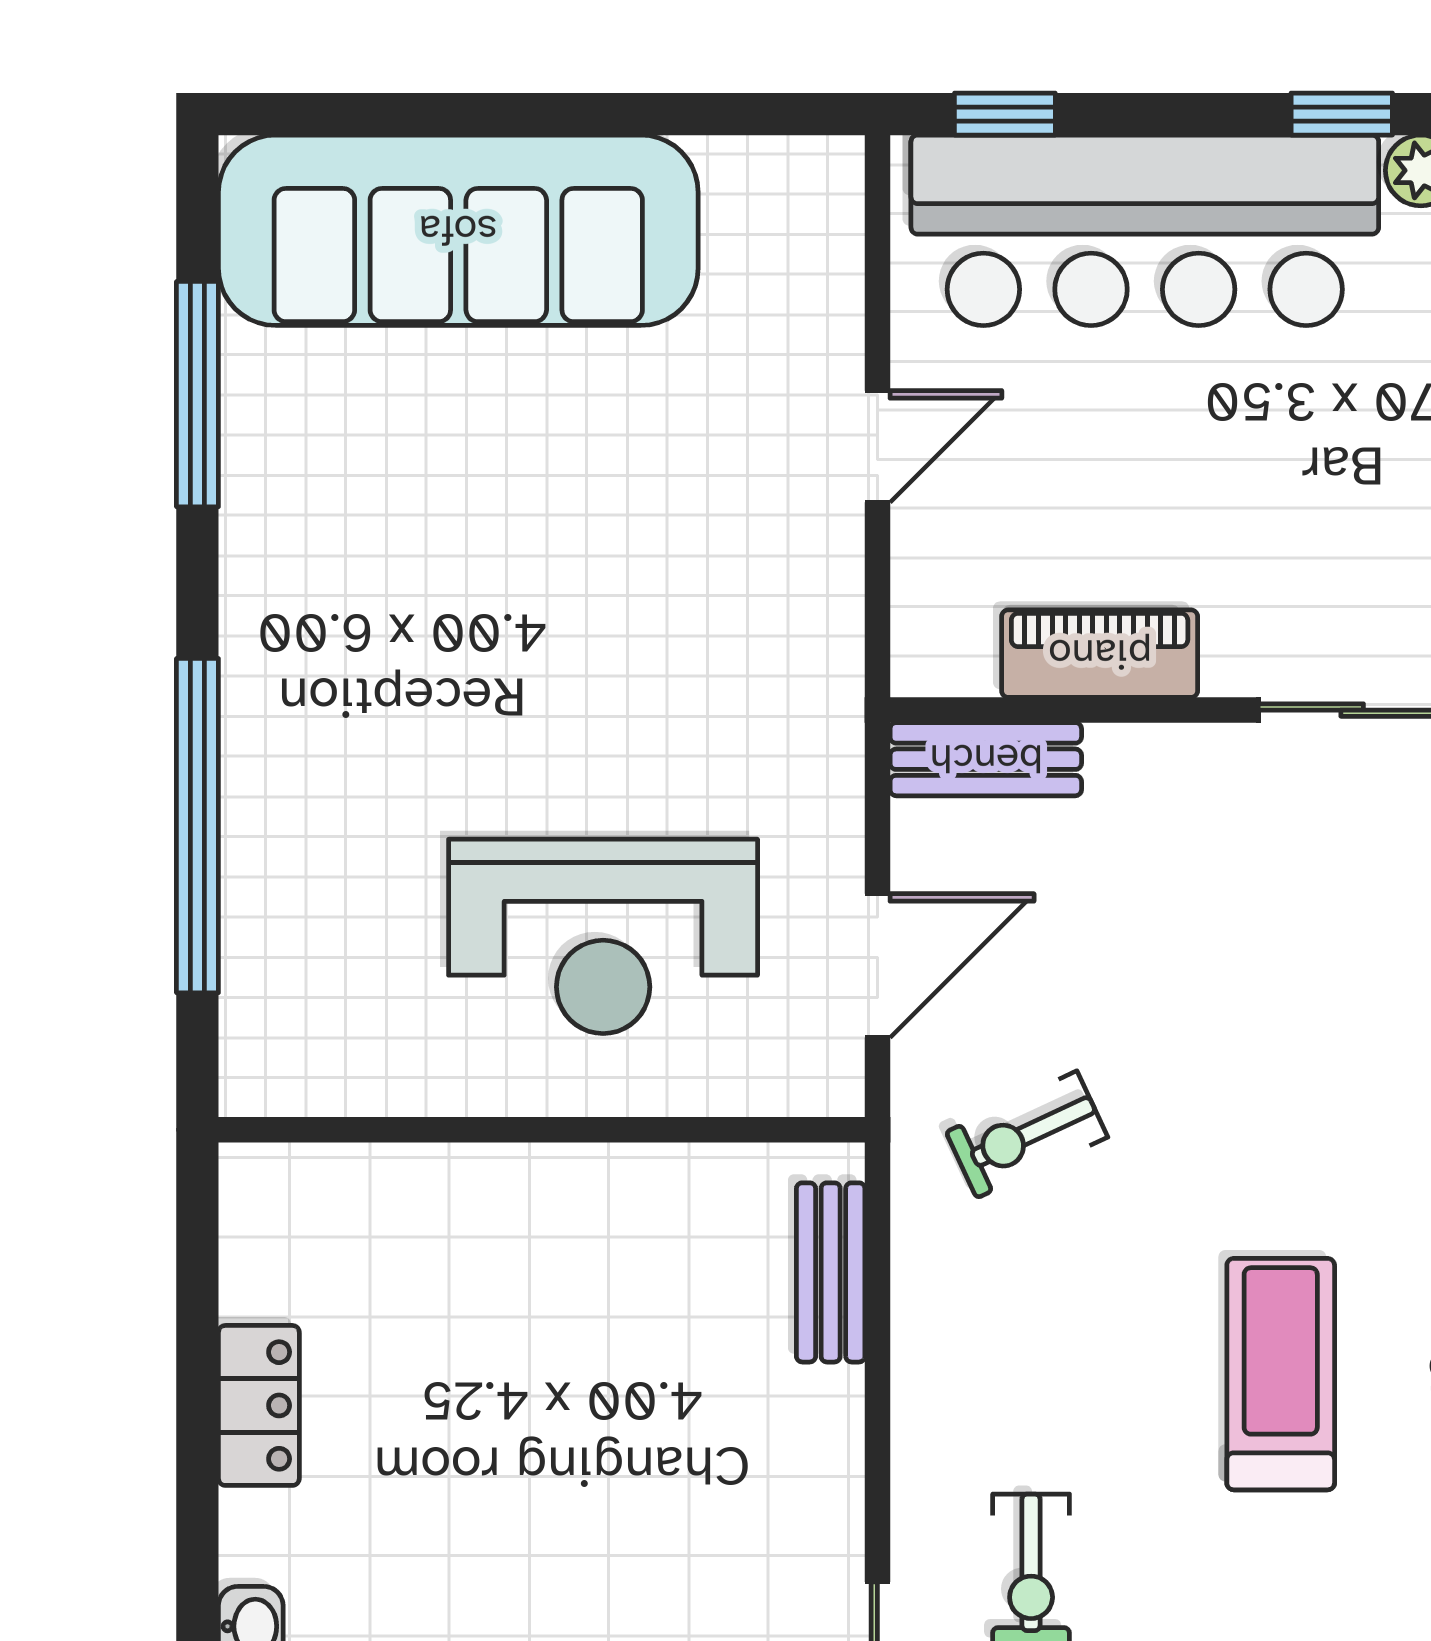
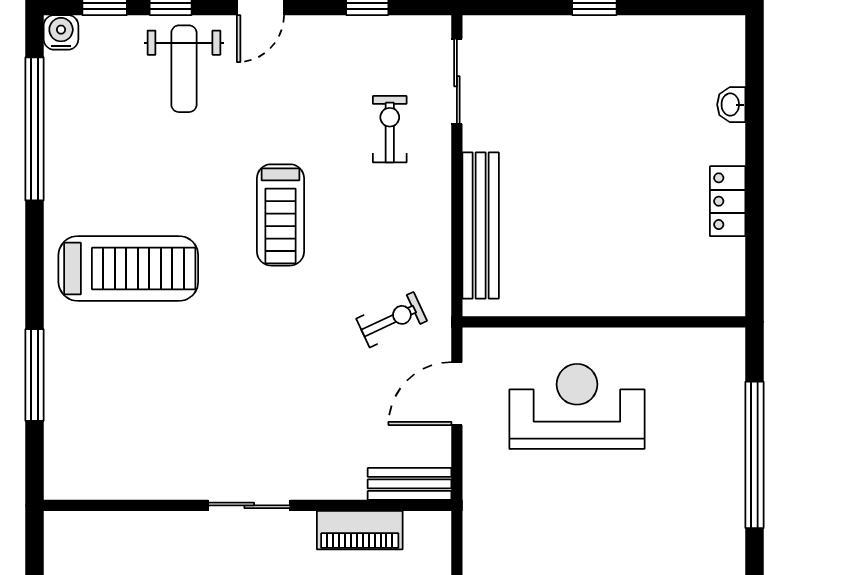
bench: (831, 1272) -> (481, 226), width x1.86, depth x1.21

